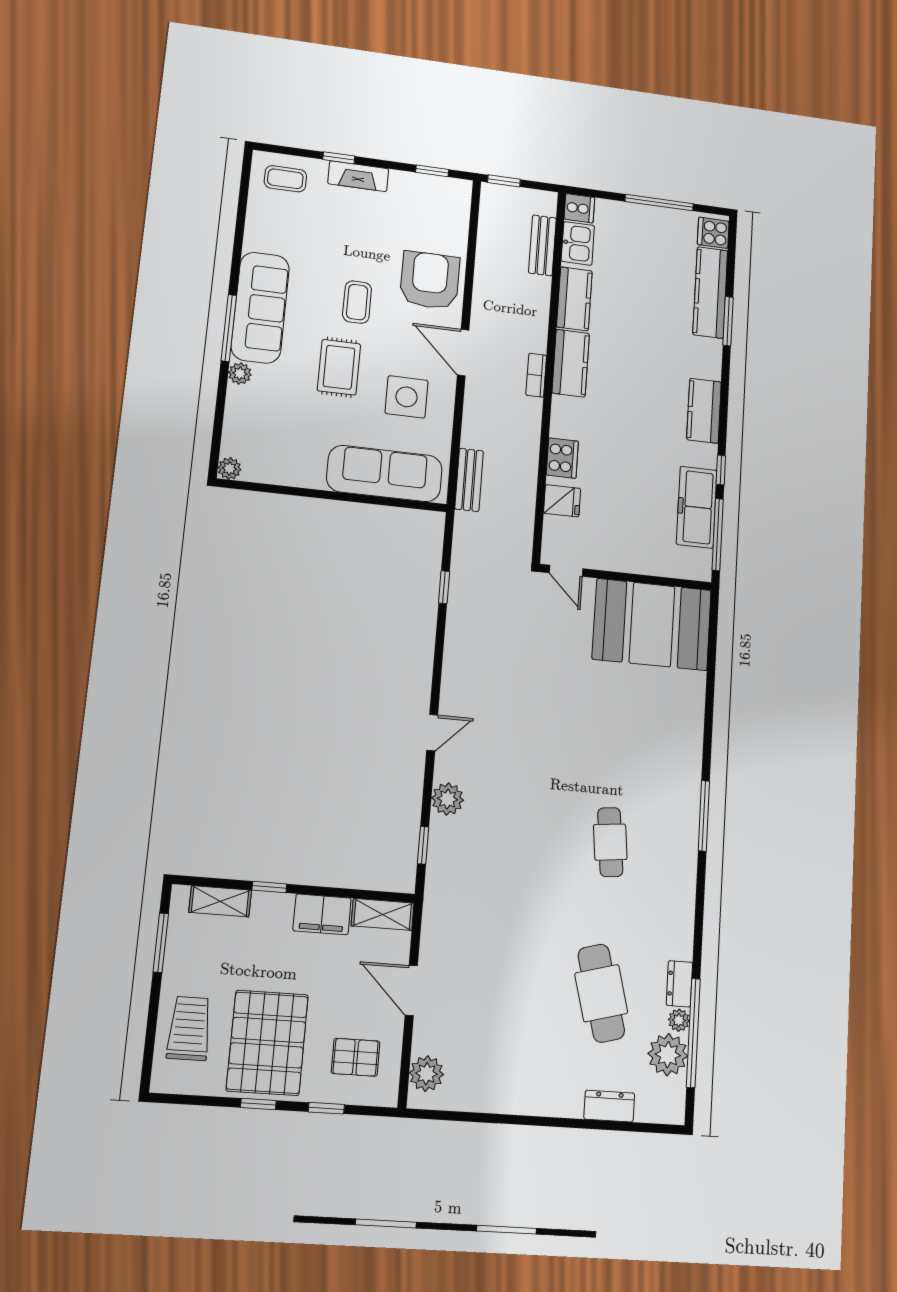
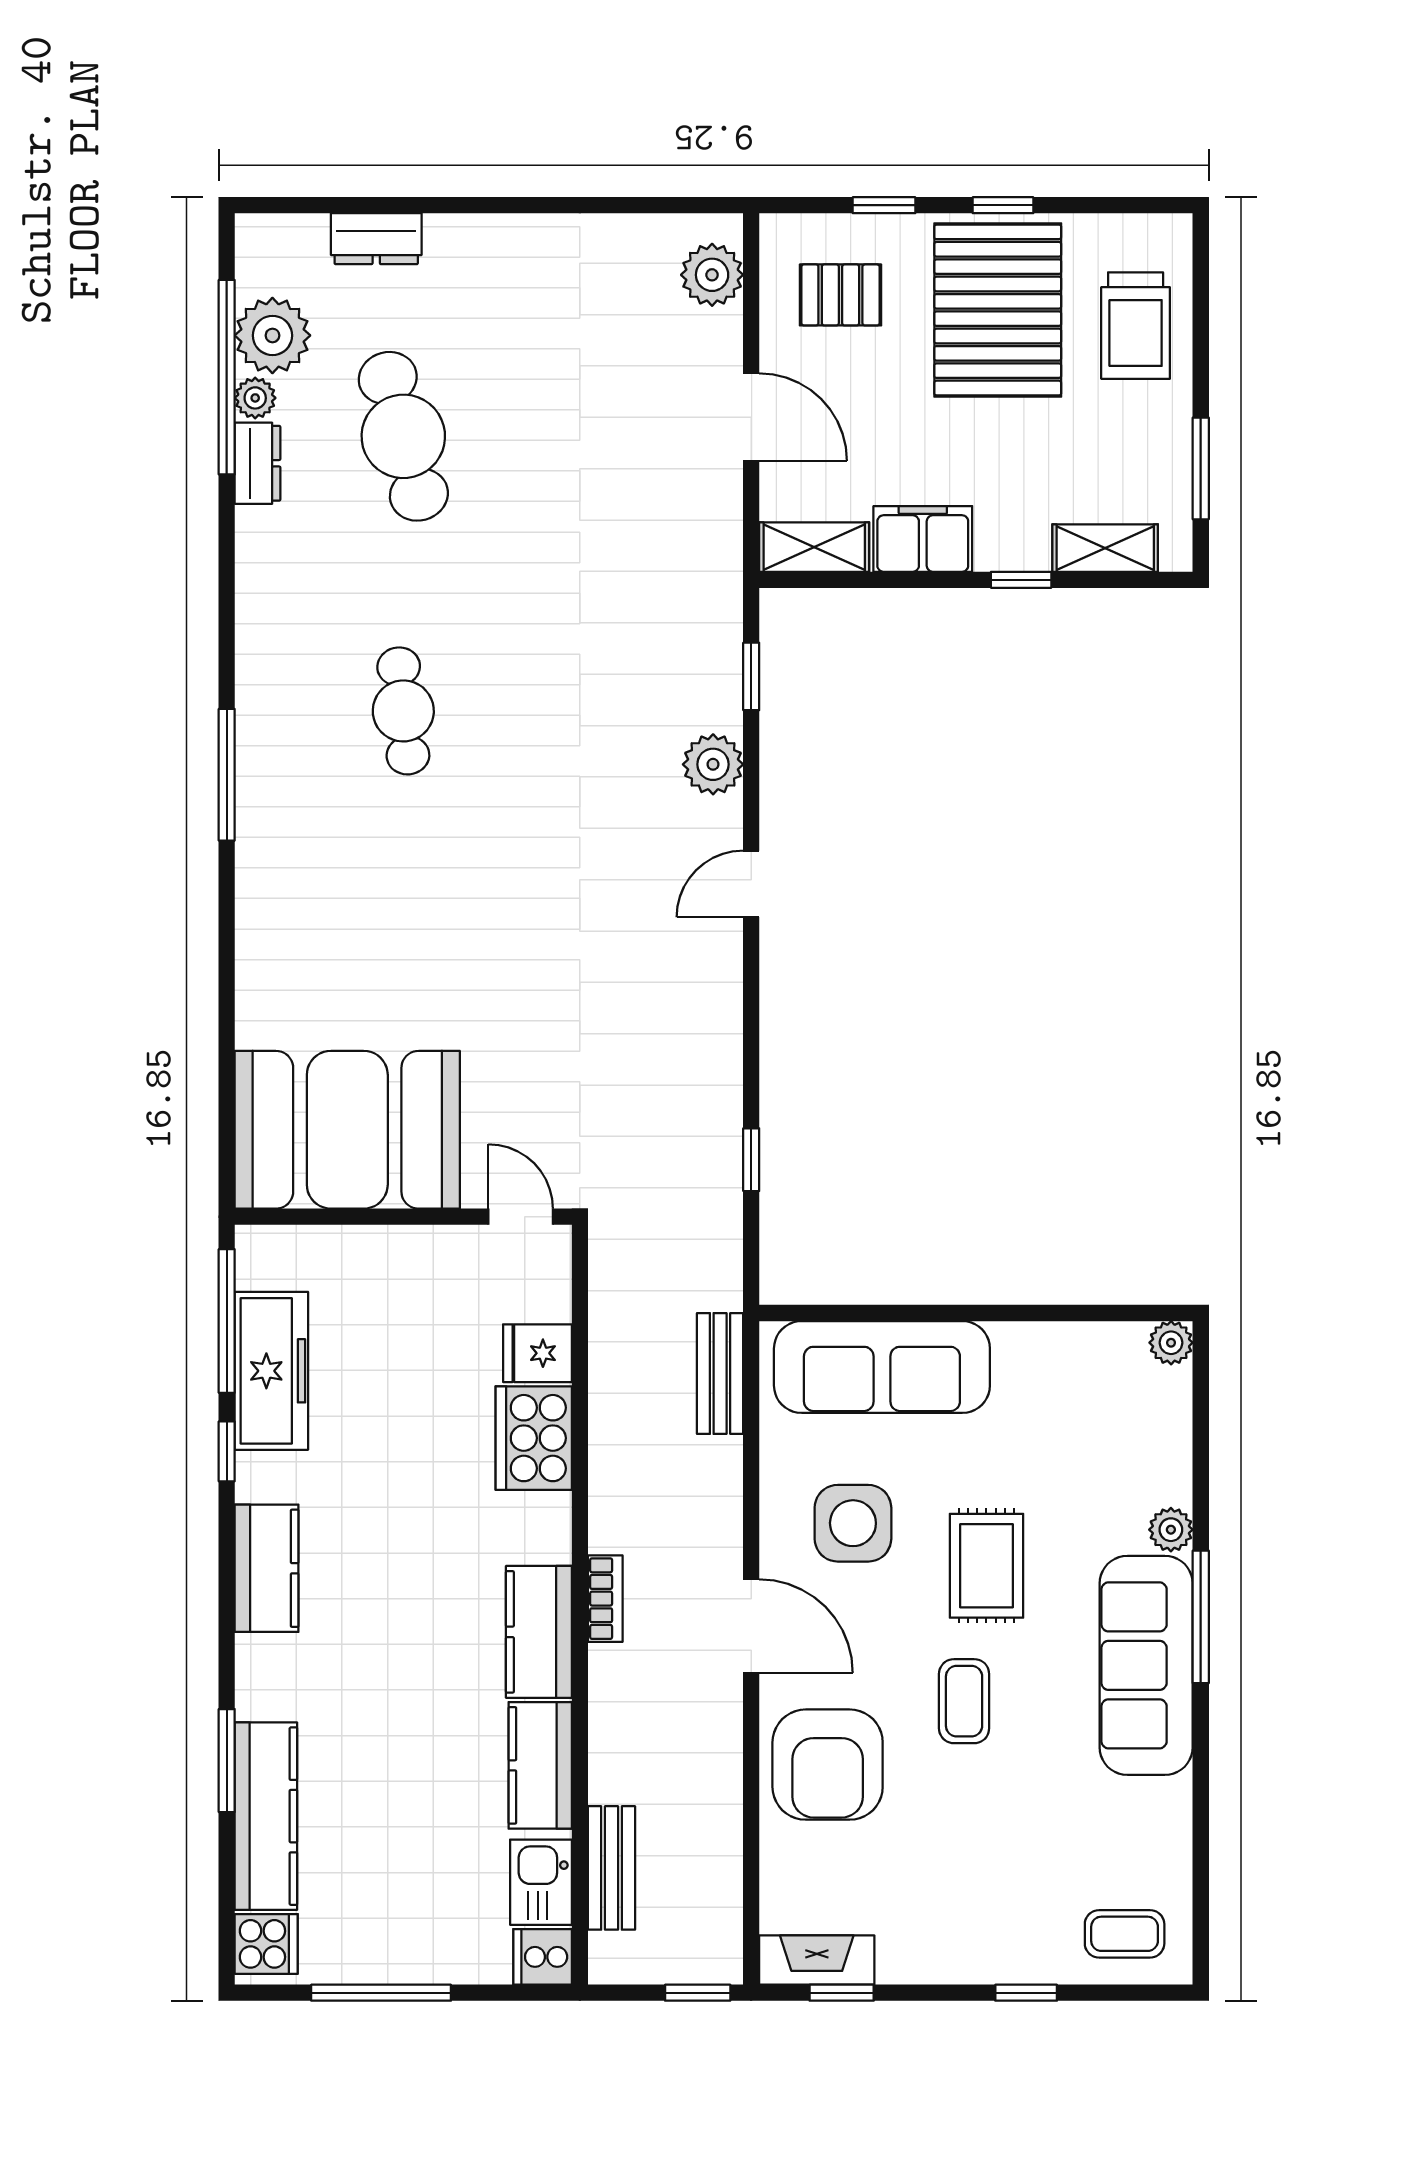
fireplace: (358, 176) -> (817, 1960), moved
cooker: (562, 458) -> (534, 1438), width x1.37, depth x1.31

